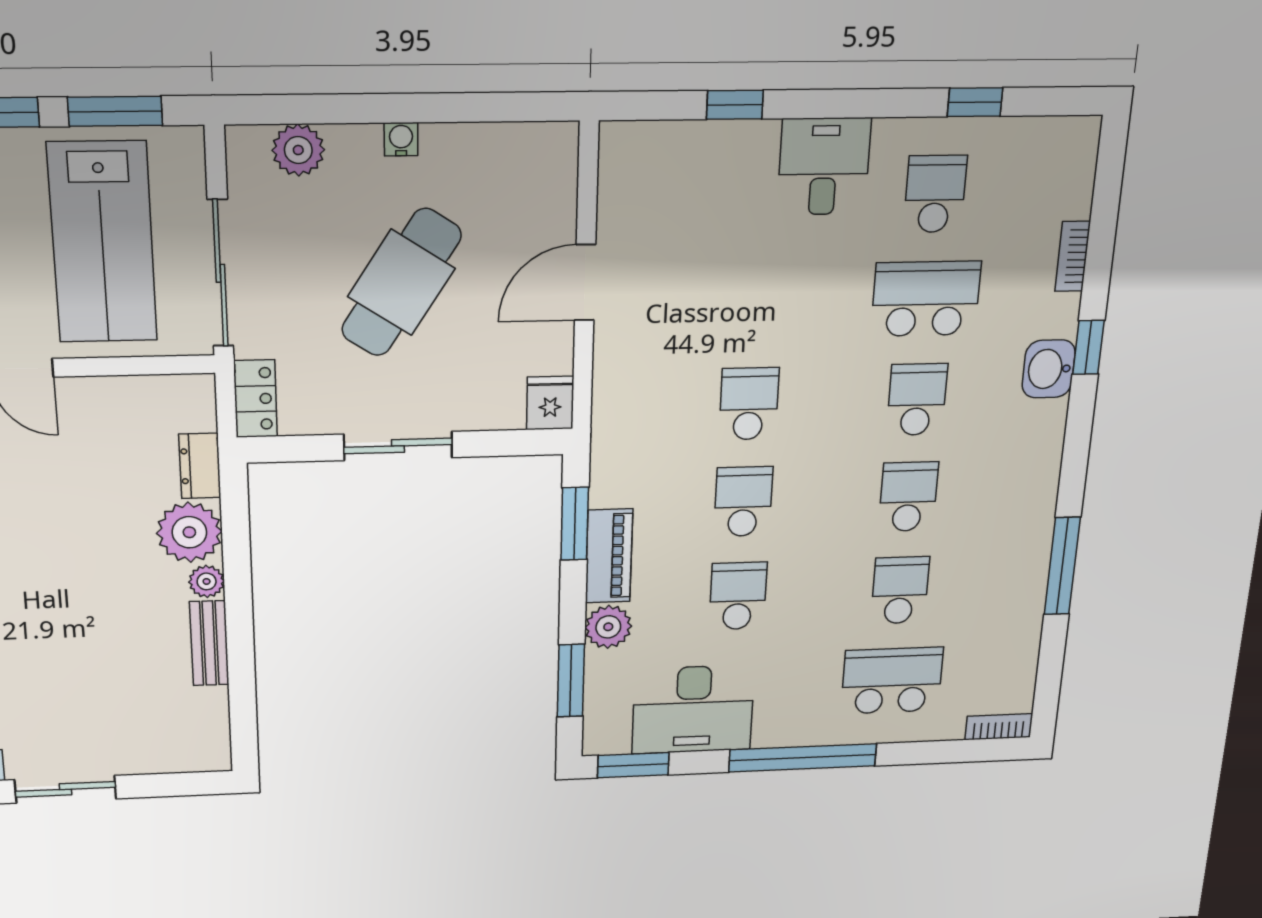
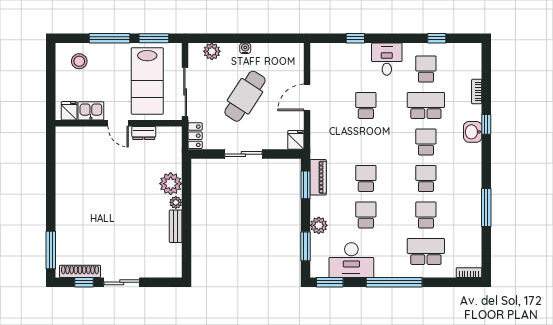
school desk: (749, 404) -> (366, 105), moved
dresser: (200, 466) -> (144, 133), moved, turned -90
piano: (609, 556) -> (318, 177), moved

